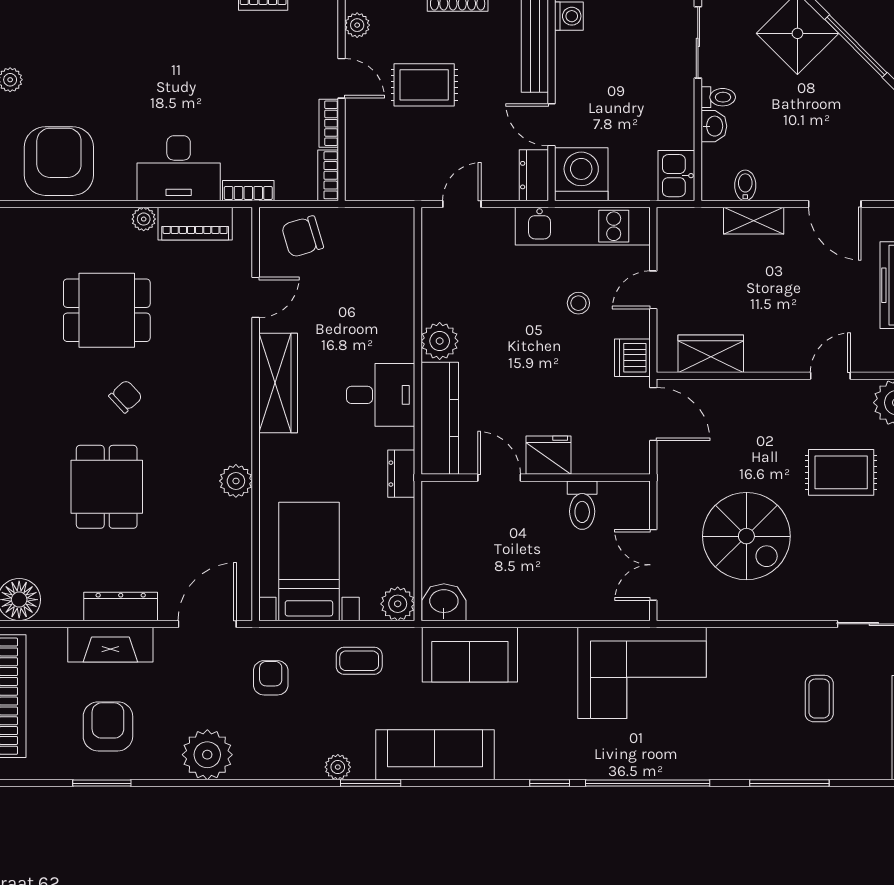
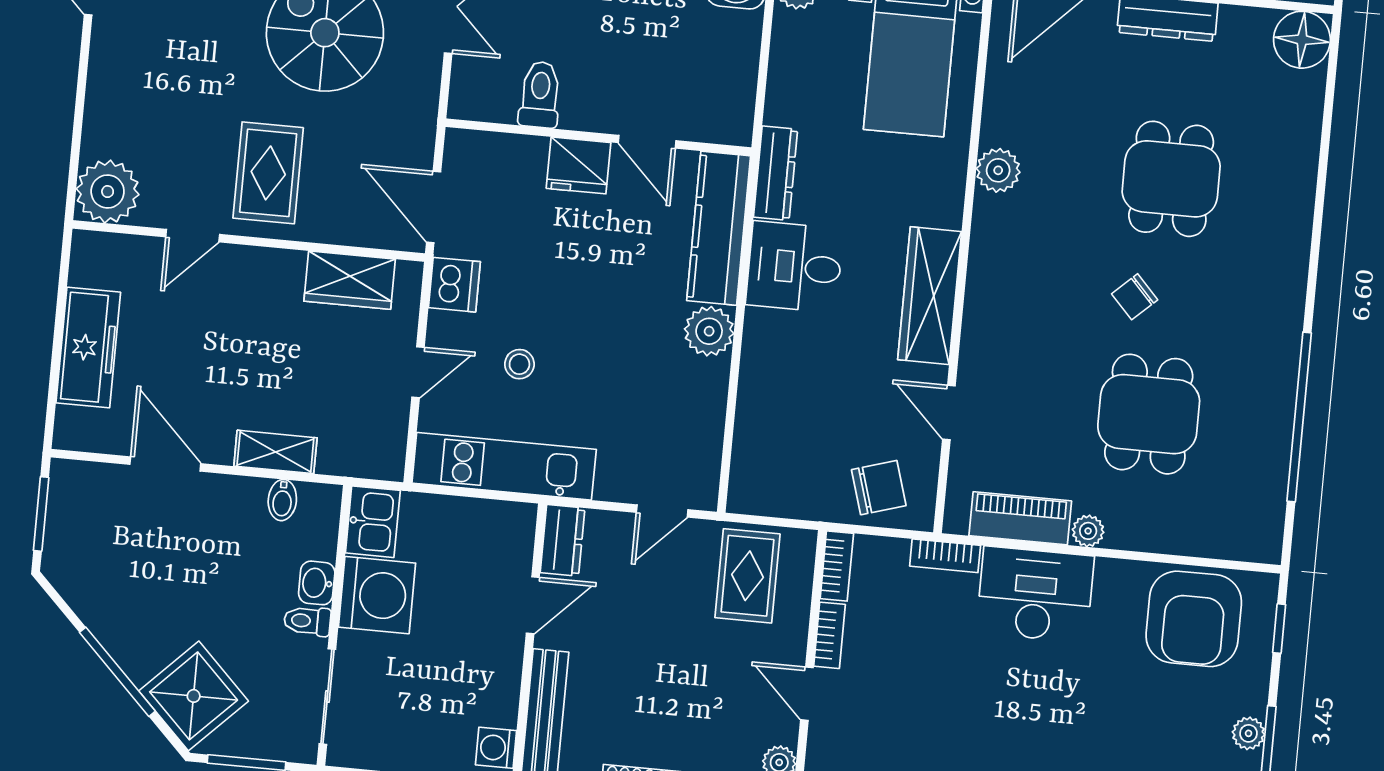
rug: (424, 85) -> (748, 576), moved, turned 90
door: (551, 125) -> (533, 605), hinge flipped
washing machine: (581, 174) -> (377, 595), moved, turned -90
door: (256, 297) -> (949, 413), hinge flipped
dining table: (107, 310) -> (1149, 414), turned 90
rug: (841, 472) -> (268, 173), moved, turned 90
dresser: (401, 474) -> (776, 173), width x1.44

